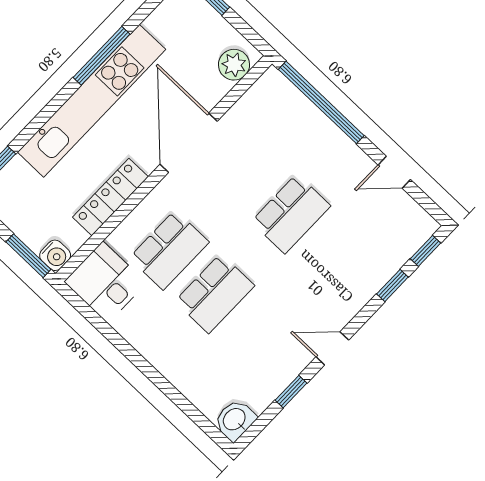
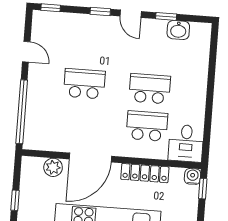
plant: (234, 65) -> (53, 167), moved
window: (28, 256) -> (203, 189), width x0.67
window: (392, 285) -> (100, 11), moved
washbasin: (235, 420) -> (178, 30), moved

